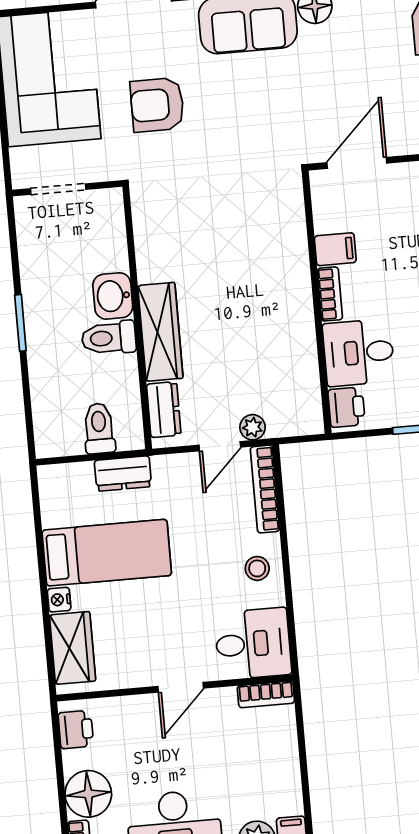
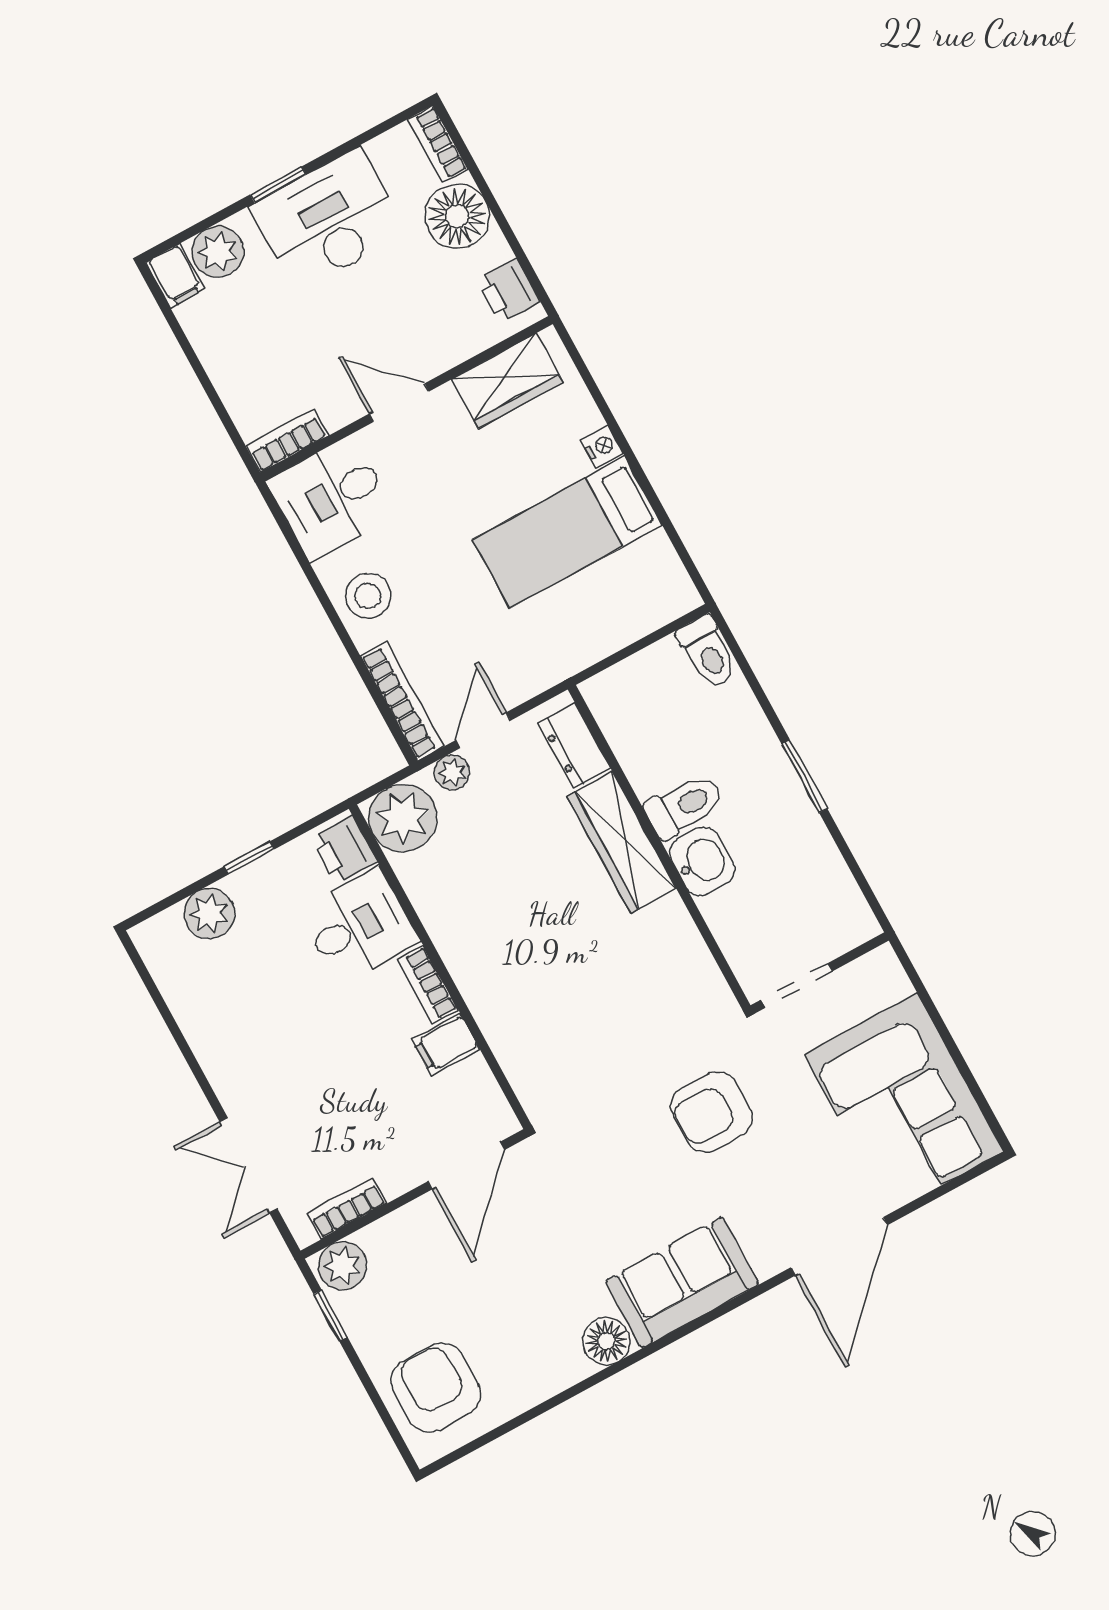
armchair: (157, 105) -> (711, 1112), moved, turned 180
doorway: (58, 189) -> (796, 986), moved
plant: (298, 411) -> (403, 818), added
toilet: (99, 428) -> (708, 652), moved
dresser: (123, 474) -> (591, 642), removed
stool: (257, 568) -> (368, 596), width x1.37, depth x1.37
wardrobe: (73, 648) -> (507, 381), moved, turned -90
door: (181, 687) -> (399, 403), hinge flipped

